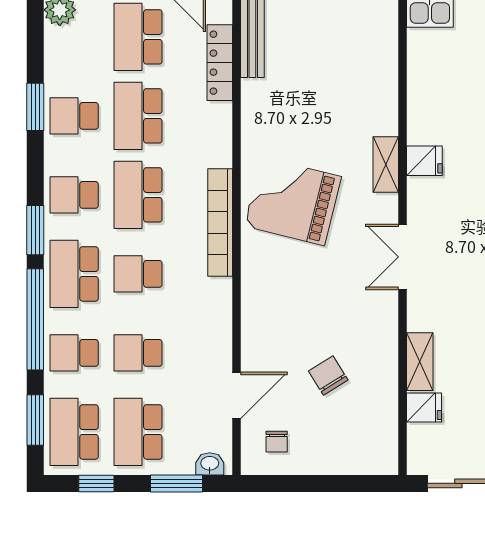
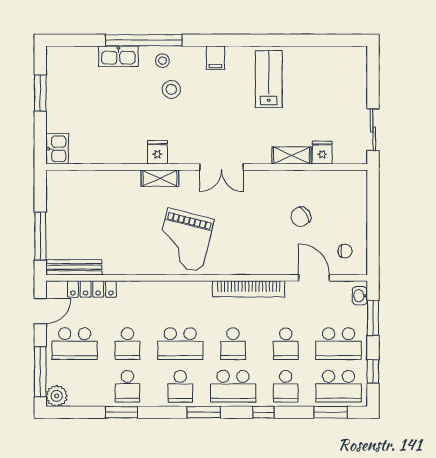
school desk: (138, 116) -> (127, 344), width x0.54
bookcase: (220, 222) -> (249, 289), moved
window: (35, 319) -> (263, 412), width x0.32

